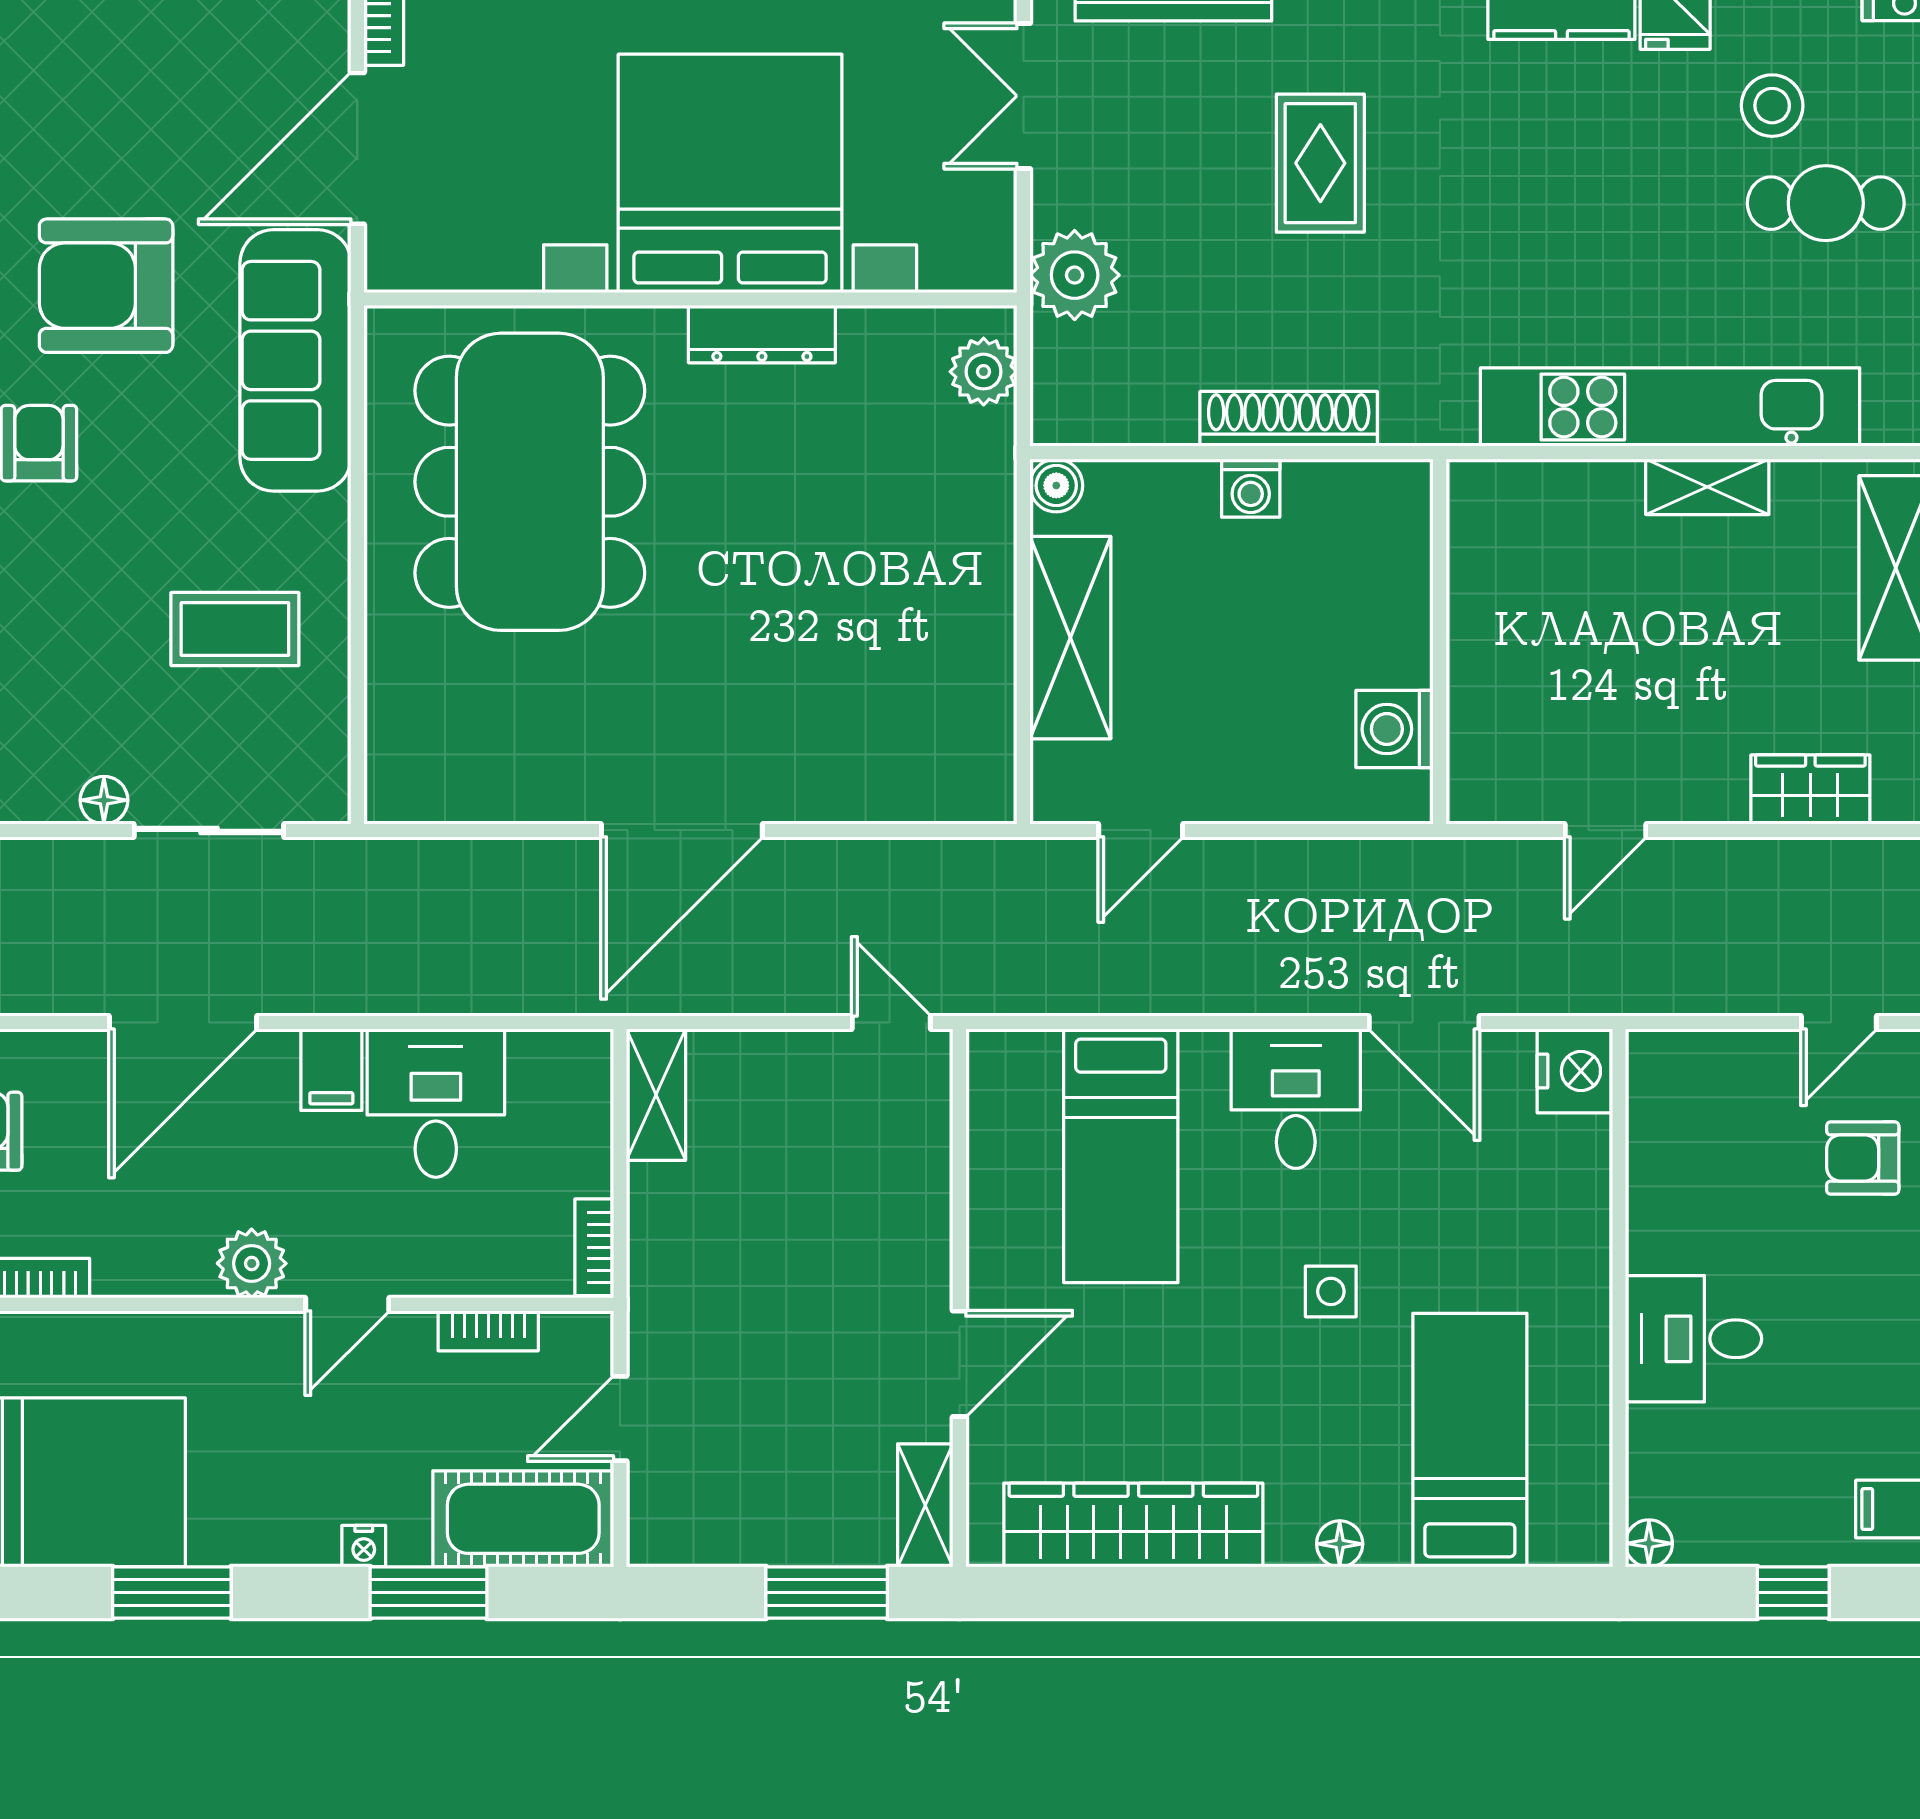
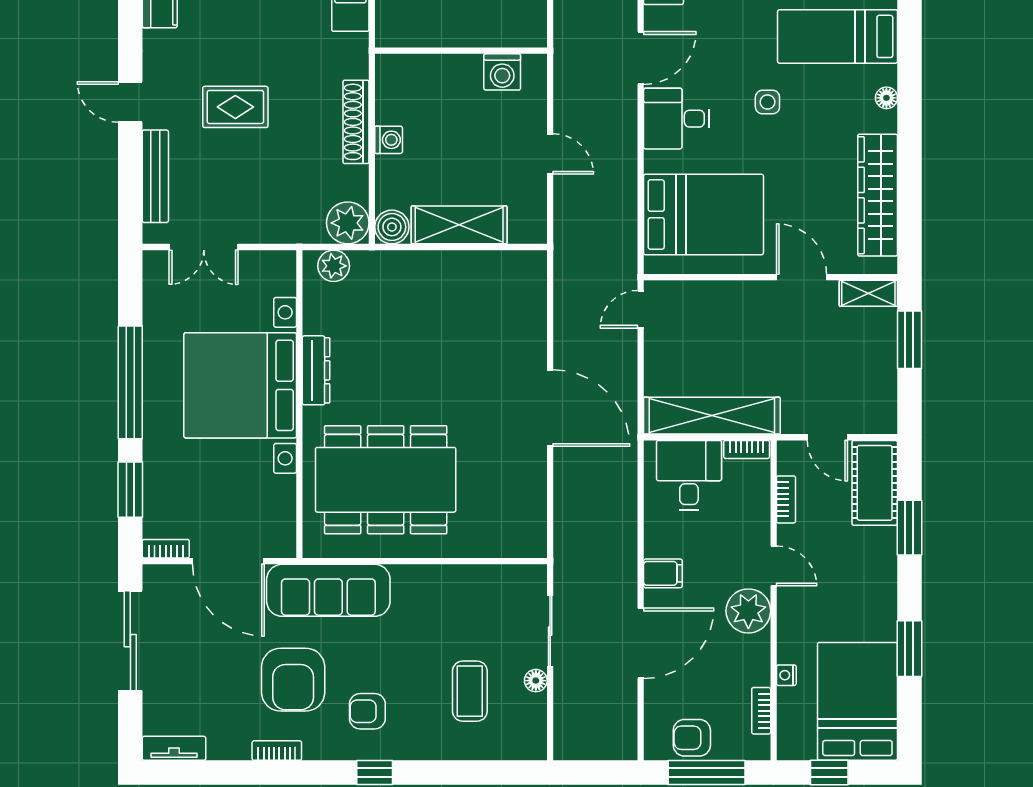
plant: (1075, 275) -> (348, 223), moved
boiler: (1056, 485) -> (392, 227), width x1.36, depth x1.36
coffee table: (235, 629) -> (470, 691), moved
door: (1141, 830) -> (550, 154), moved
door: (183, 1023) -> (641, 643), hinge flipped
shelving: (656, 1095) -> (712, 416), width x2.20, depth x1.33
desk: (436, 1103) -> (689, 475), moved, turned 90
bed: (1121, 1156) -> (704, 215), width x1.50
plant: (252, 1263) -> (748, 611), width x1.36, depth x1.36
nightstand: (364, 1546) -> (786, 675), moved, turned 180

